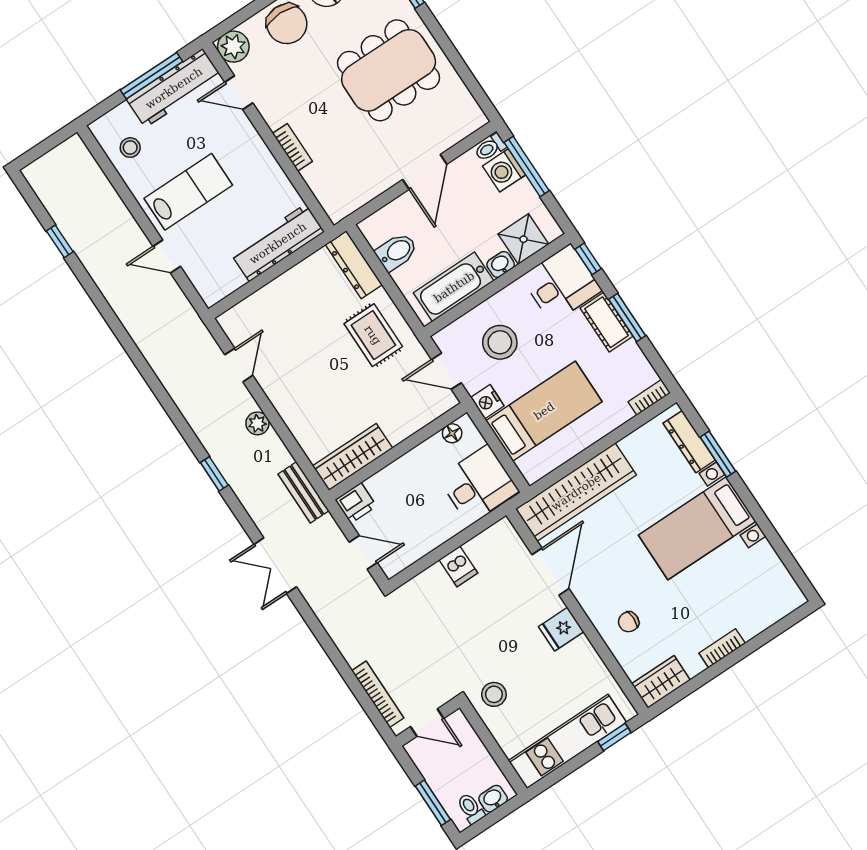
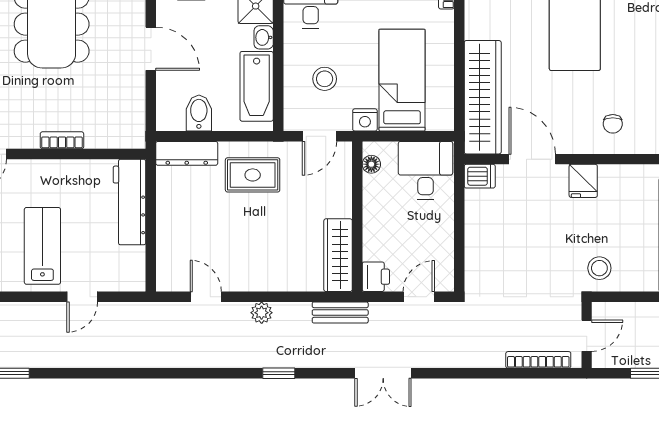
stool: (500, 342) -> (325, 79), width x0.73, depth x0.73
dishwasher: (458, 566) -> (480, 176), moved

